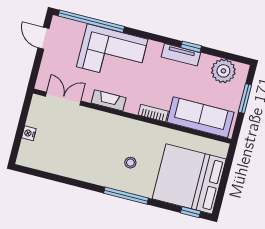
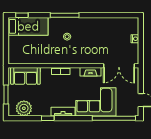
tv unit: (181, 55) -> (63, 112), moved
double door: (63, 99) -> (119, 66), width x1.37
sofa: (200, 117) -> (25, 76), width x0.73
bed: (189, 179) -> (28, 26), width x0.49

